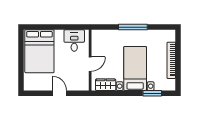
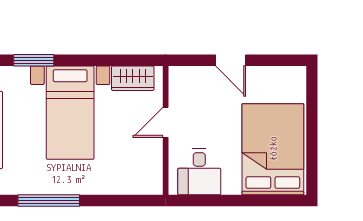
window: (133, 27) -> (49, 200), moved

